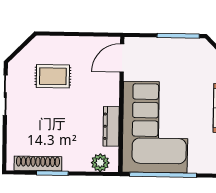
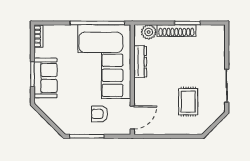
armchair: (162, 63) -> (100, 114), added
rug: (53, 76) -> (188, 102), turned 90
shoe rack: (38, 163) -> (176, 31), moved

